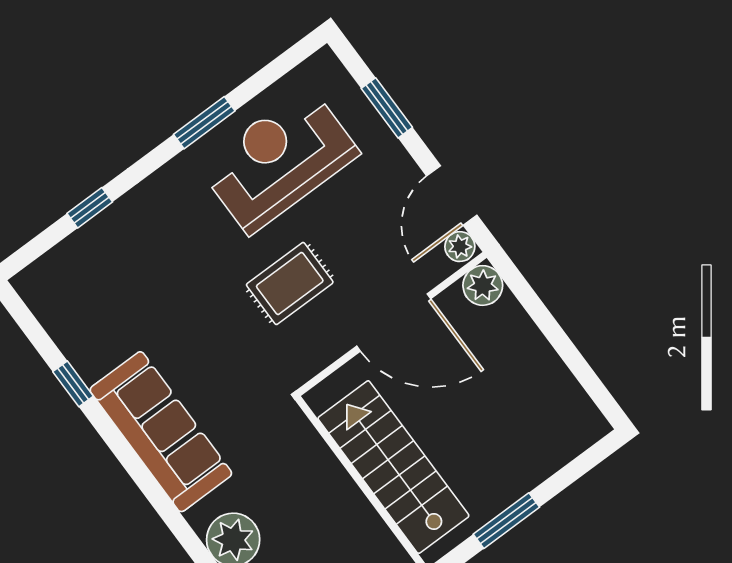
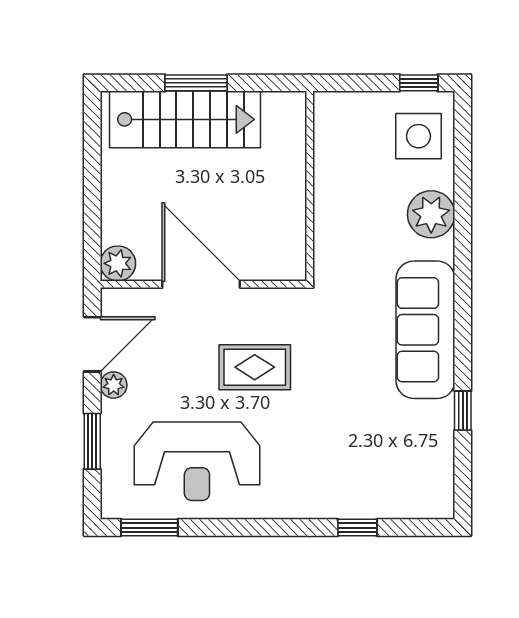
window: (204, 123) -> (149, 528), moved
plant: (460, 247) -> (114, 385), moved
stairs: (393, 467) -> (185, 119), moved, turned -90
window: (506, 521) -> (196, 83), moved

